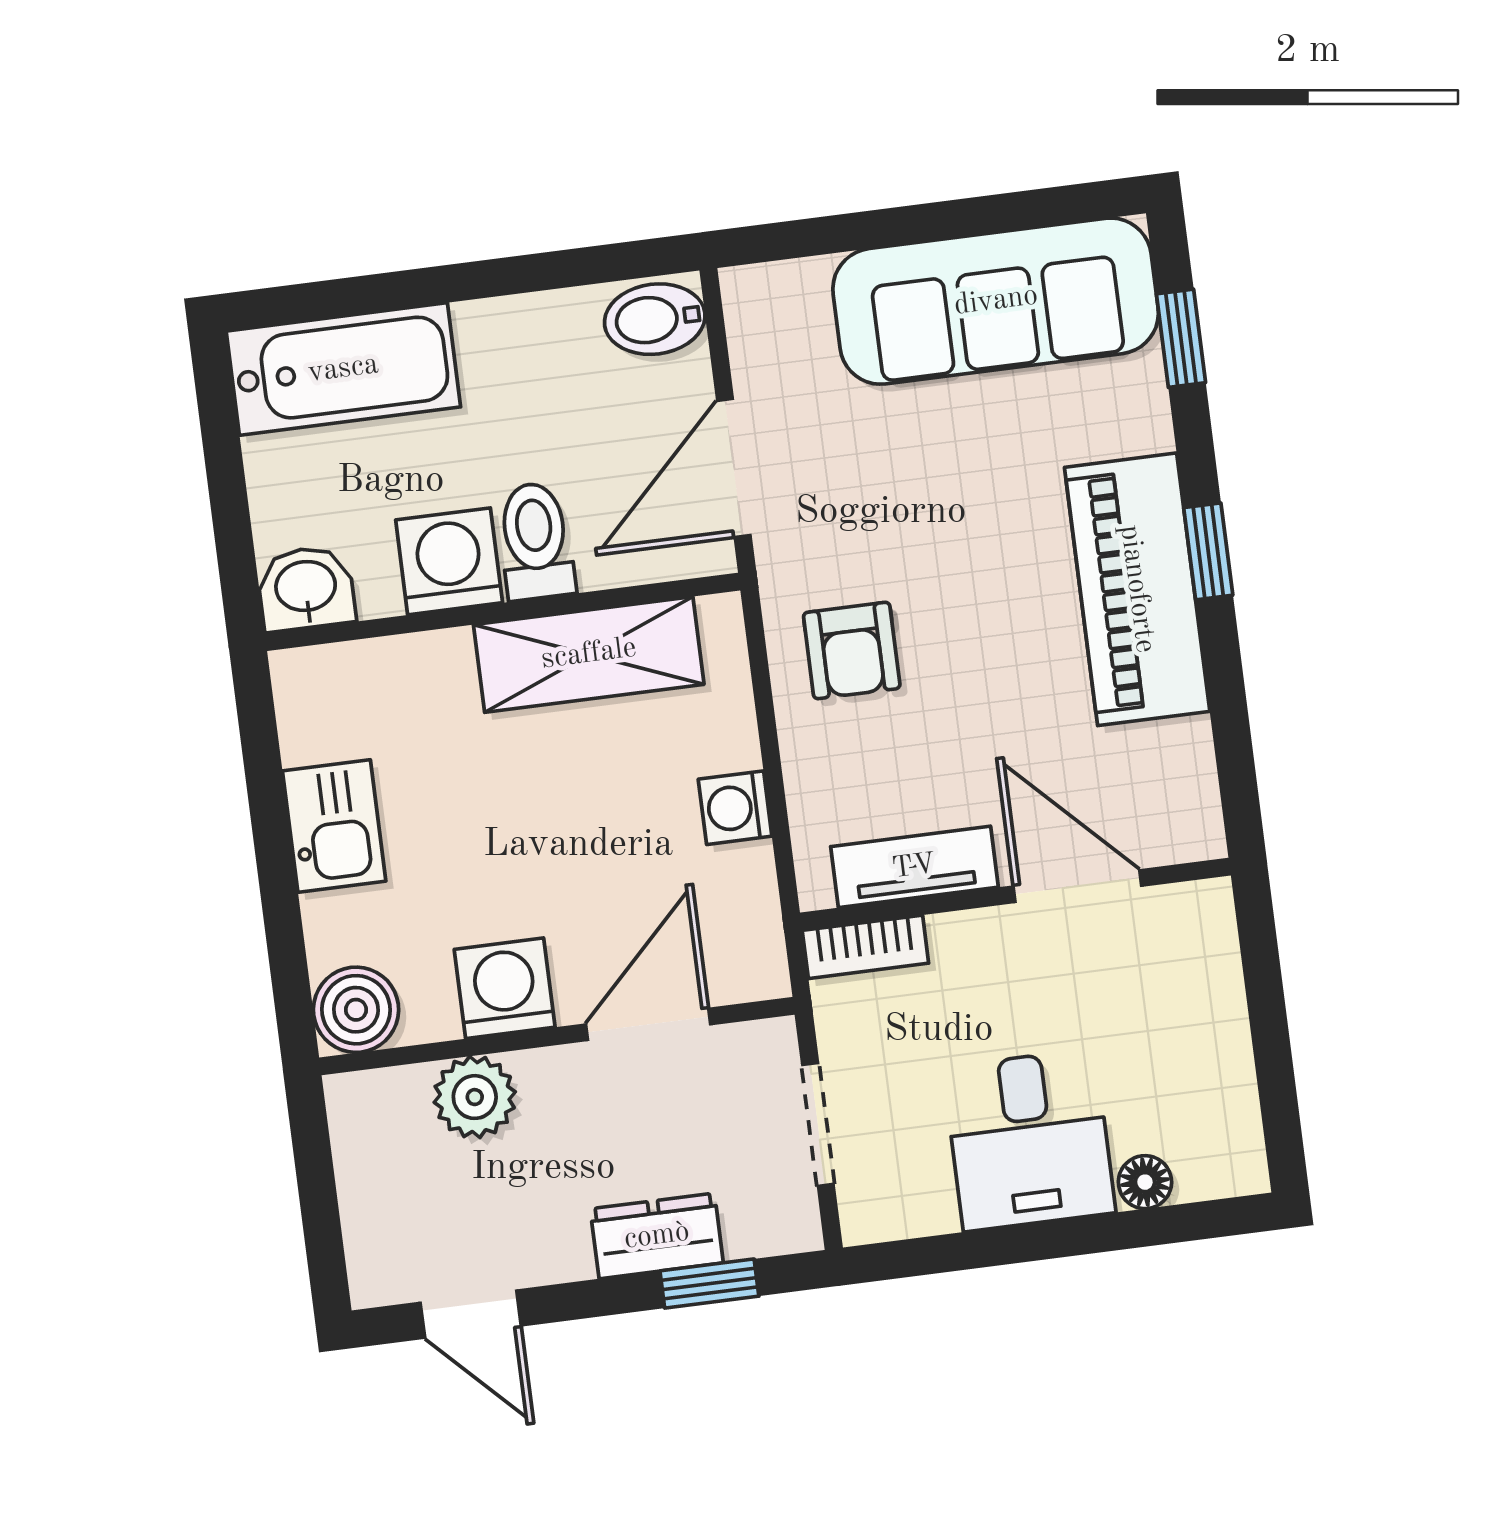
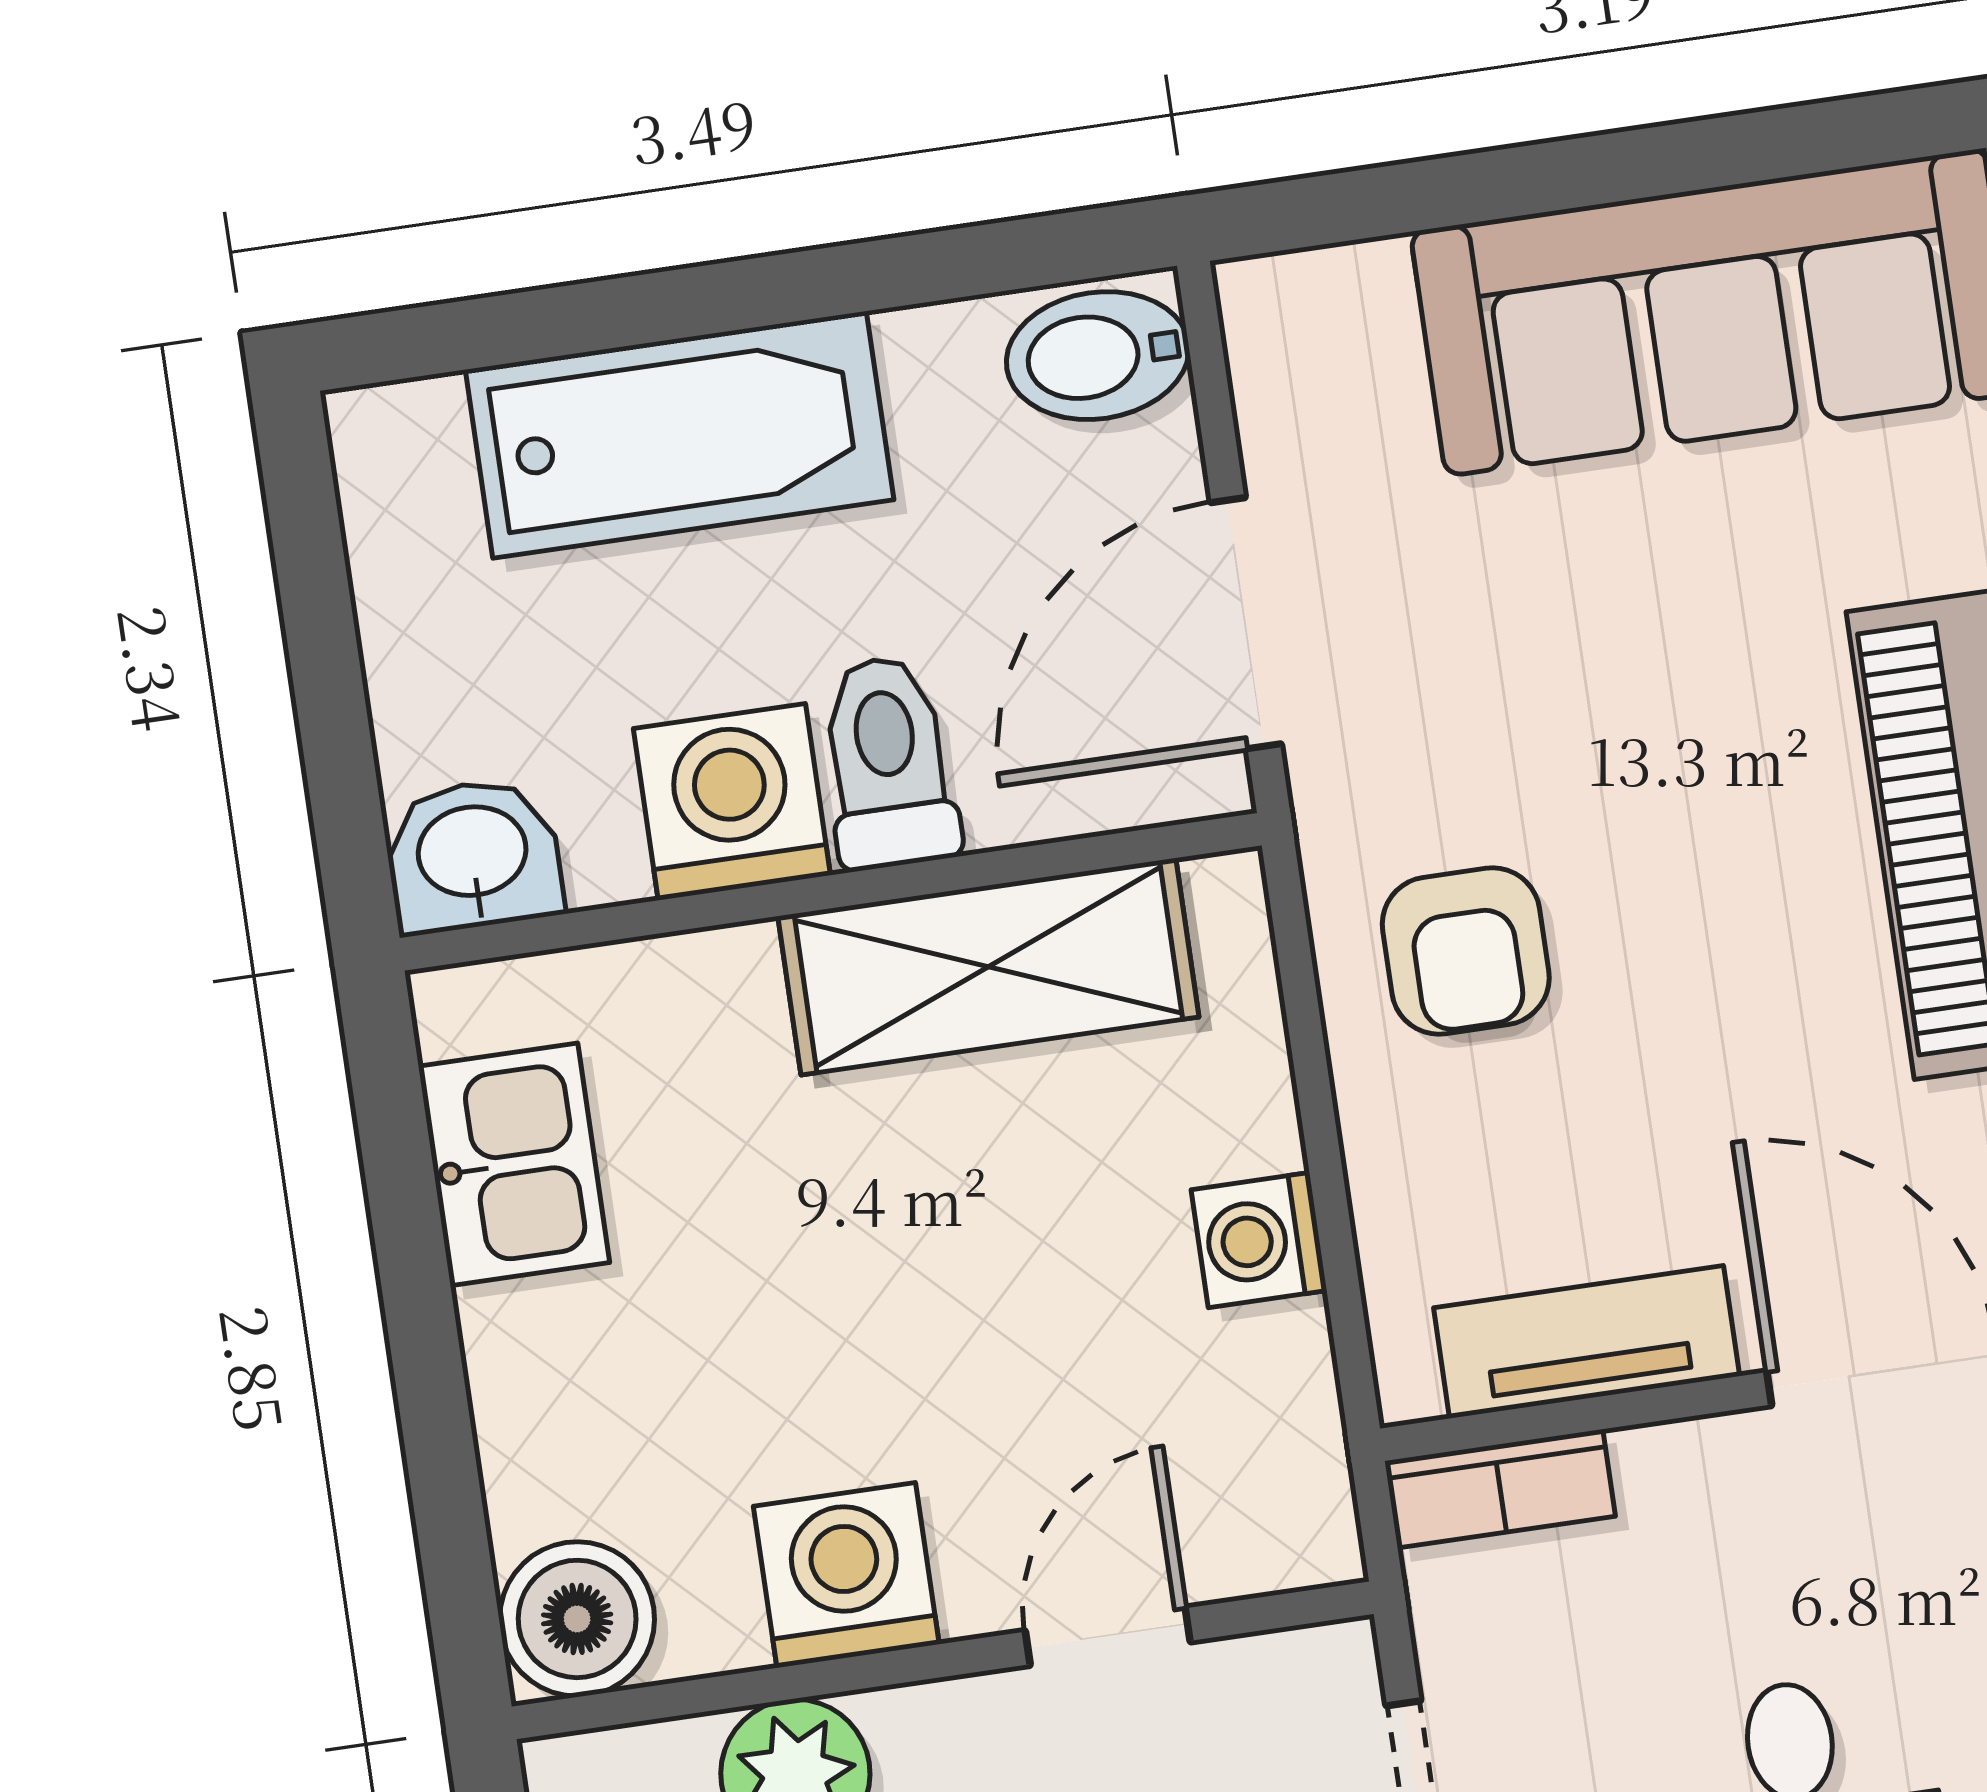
bathtub: (343, 369) -> (680, 435), moved
kitchen sink: (334, 826) -> (514, 1164), moved
door: (648, 1024) -> (1108, 1636), width x0.73

